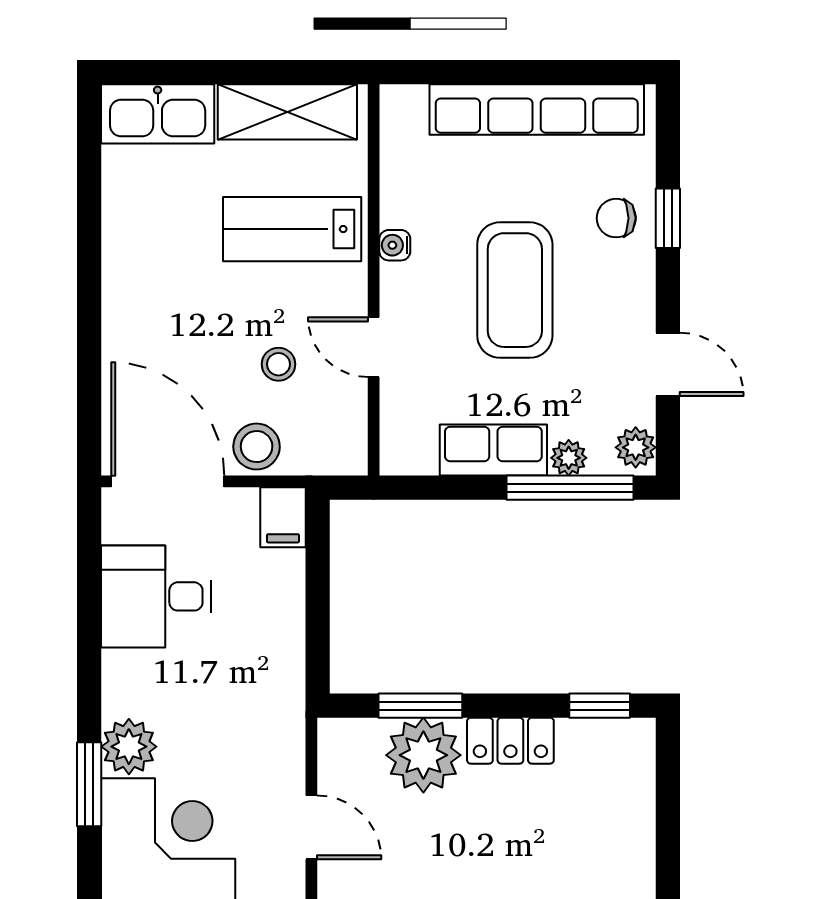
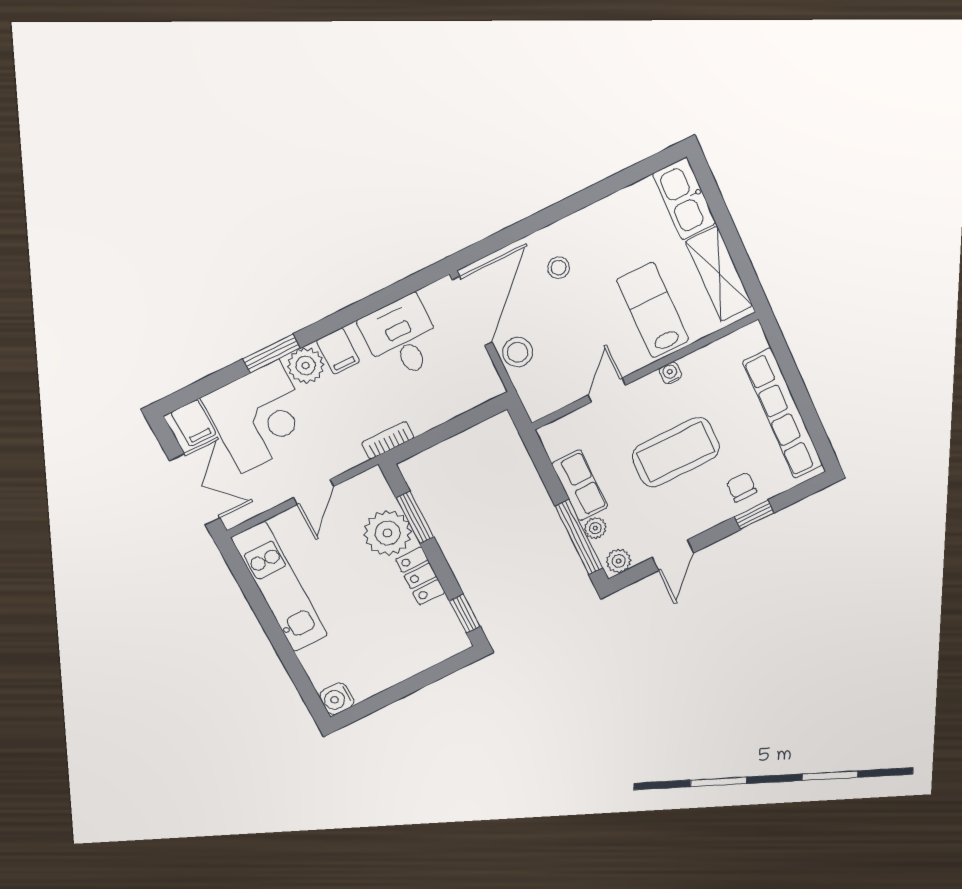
stool: (278, 364) -> (559, 268), moved
filing cabinet: (283, 517) -> (338, 351), moved, turned -90
bookcase: (290, 688) -> (388, 440), added

